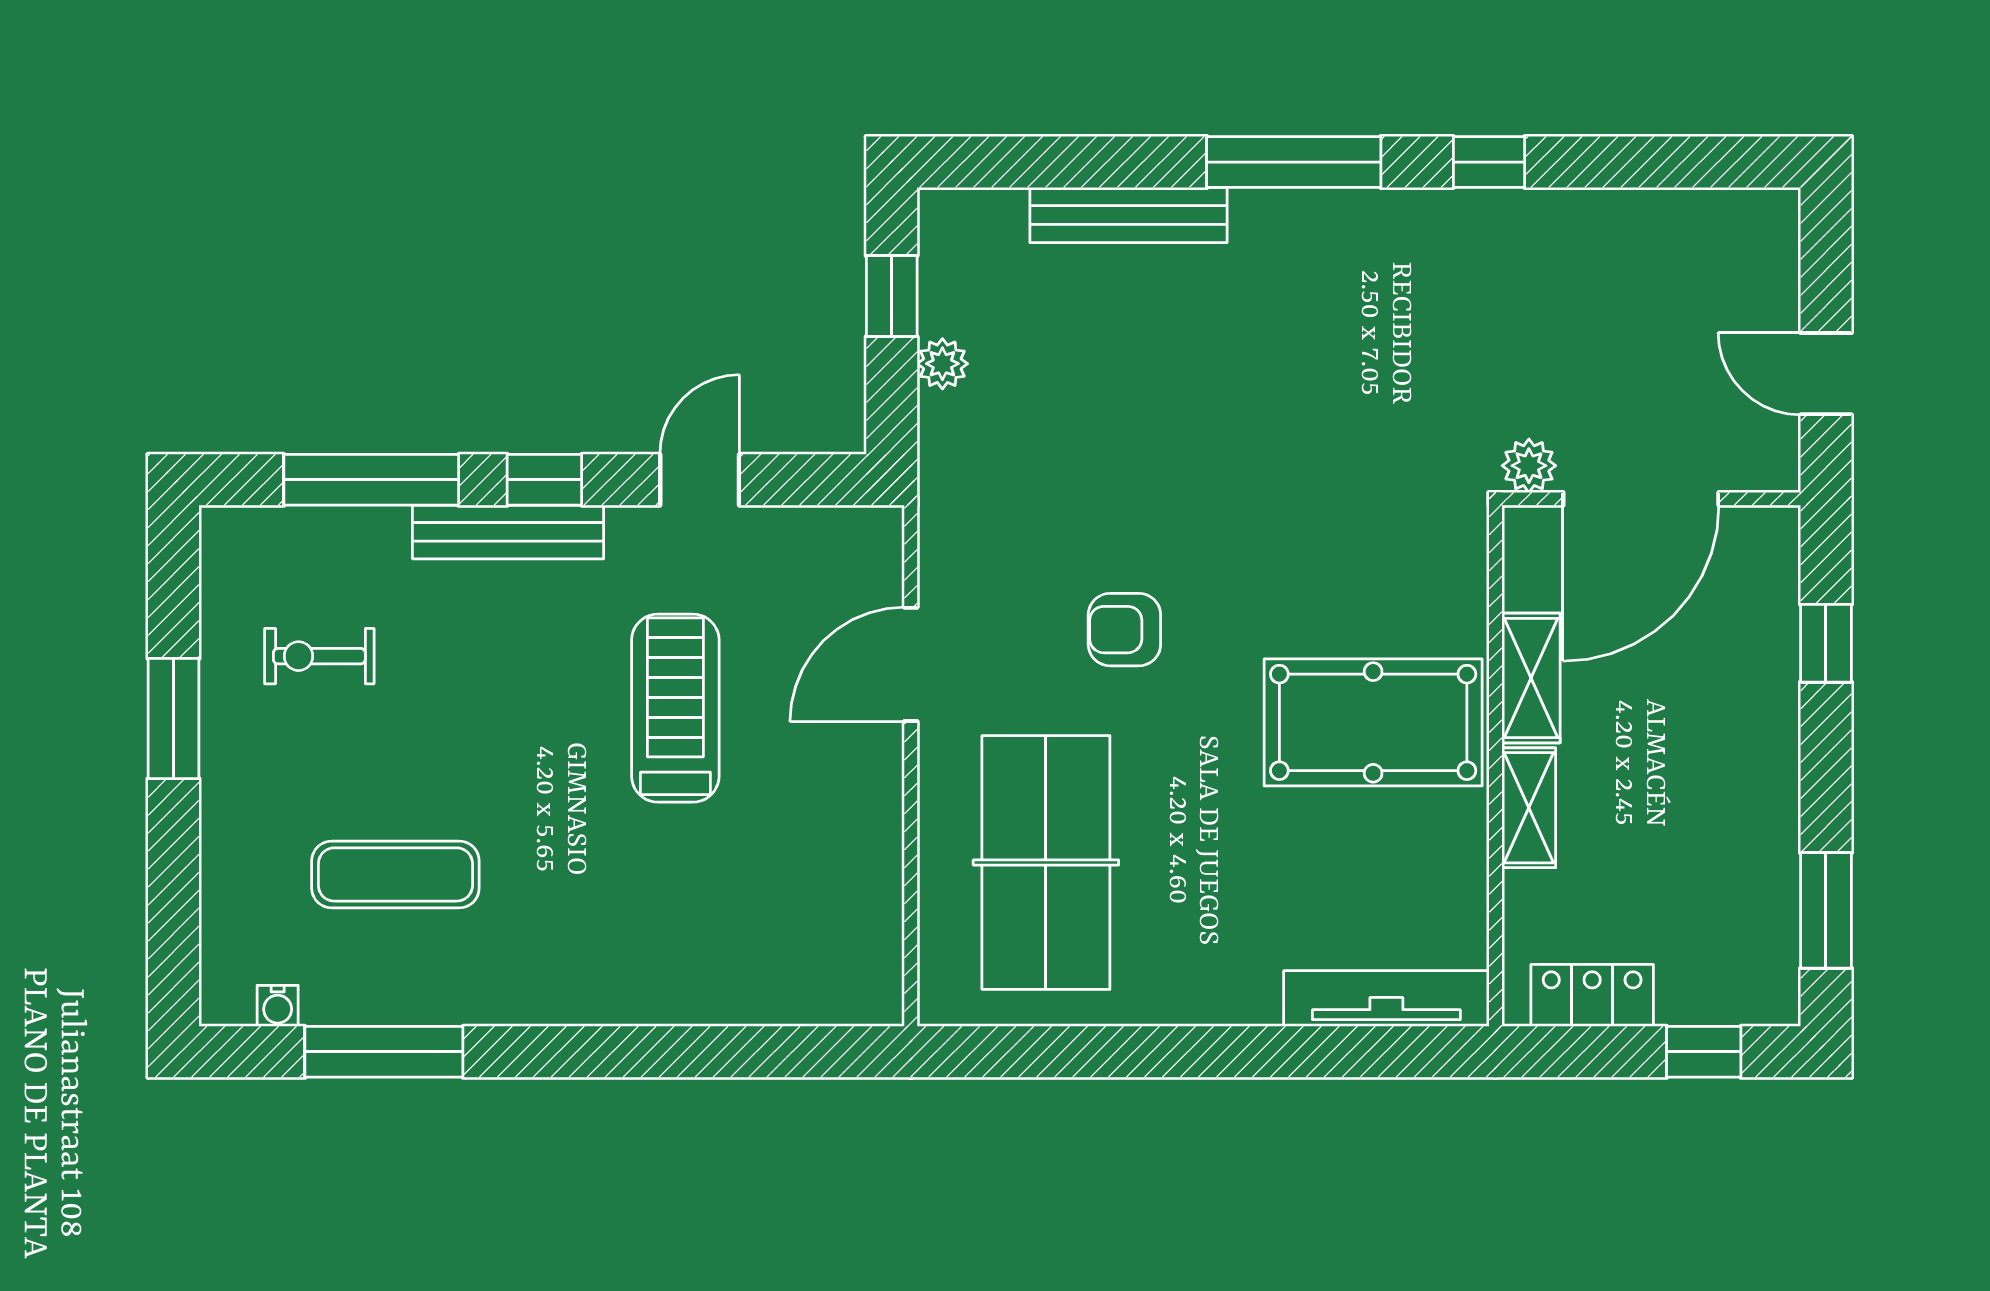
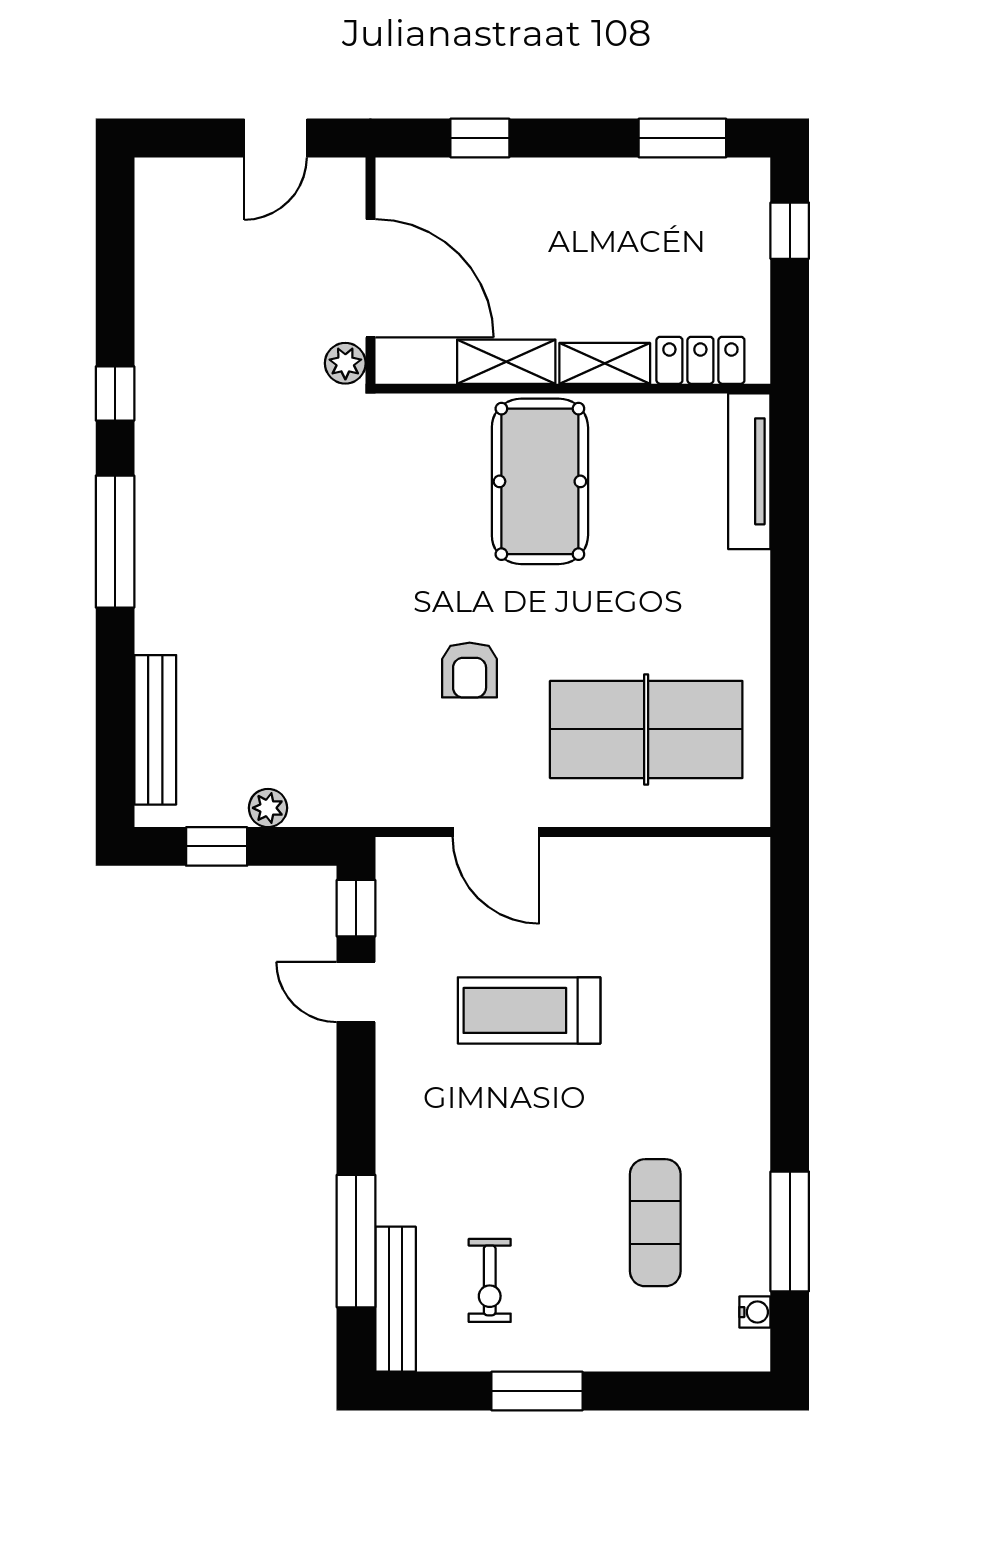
bench: (1128, 215) -> (155, 730), moved
window: (544, 480) -> (356, 908), moved
bench: (508, 532) -> (396, 1299), moved
locker: (1592, 995) -> (700, 360), moved, turned 90

